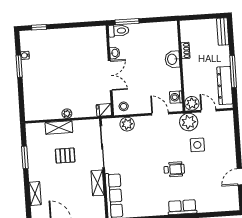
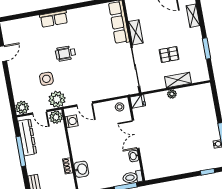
washbasin: (172, 59) -> (81, 169), moved
plant: (127, 124) -> (22, 107), moved

